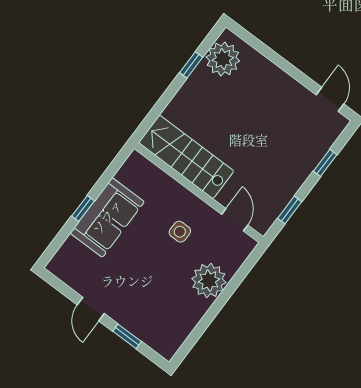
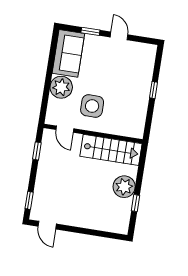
plant: (223, 59) -> (124, 187), moved
window: (325, 163) -> (29, 200), moved
sofa: (107, 217) -> (68, 53), moved, turned 180
side table: (180, 232) -> (92, 106), width x1.87, depth x1.87

